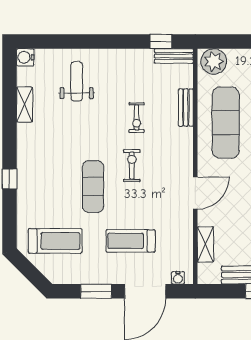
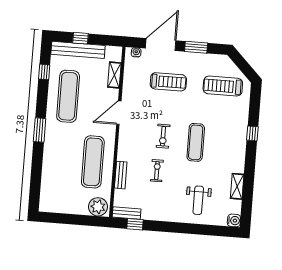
exercise mat: (93, 187) -> (196, 142), moved

